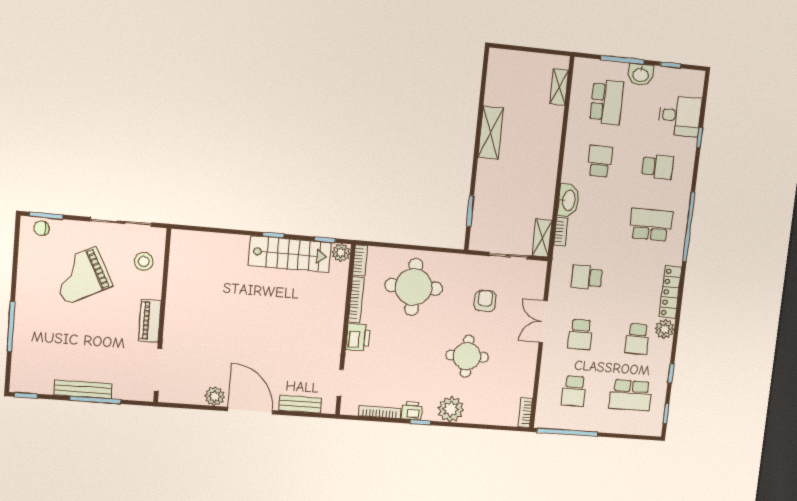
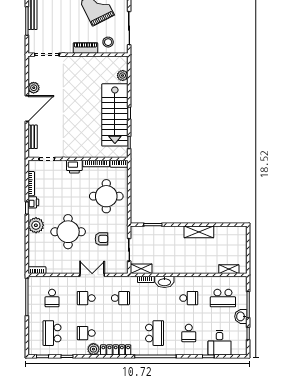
plant: (341, 253) -> (123, 75), moved
stairs: (290, 254) -> (115, 115), width x1.36, depth x1.51
school desk: (587, 277) -> (120, 298), turned 90
piano: (150, 321) -> (85, 48), moved
round table: (467, 356) -> (68, 232), width x1.36, depth x1.36
school desk: (574, 391) -> (52, 298), turned -90

